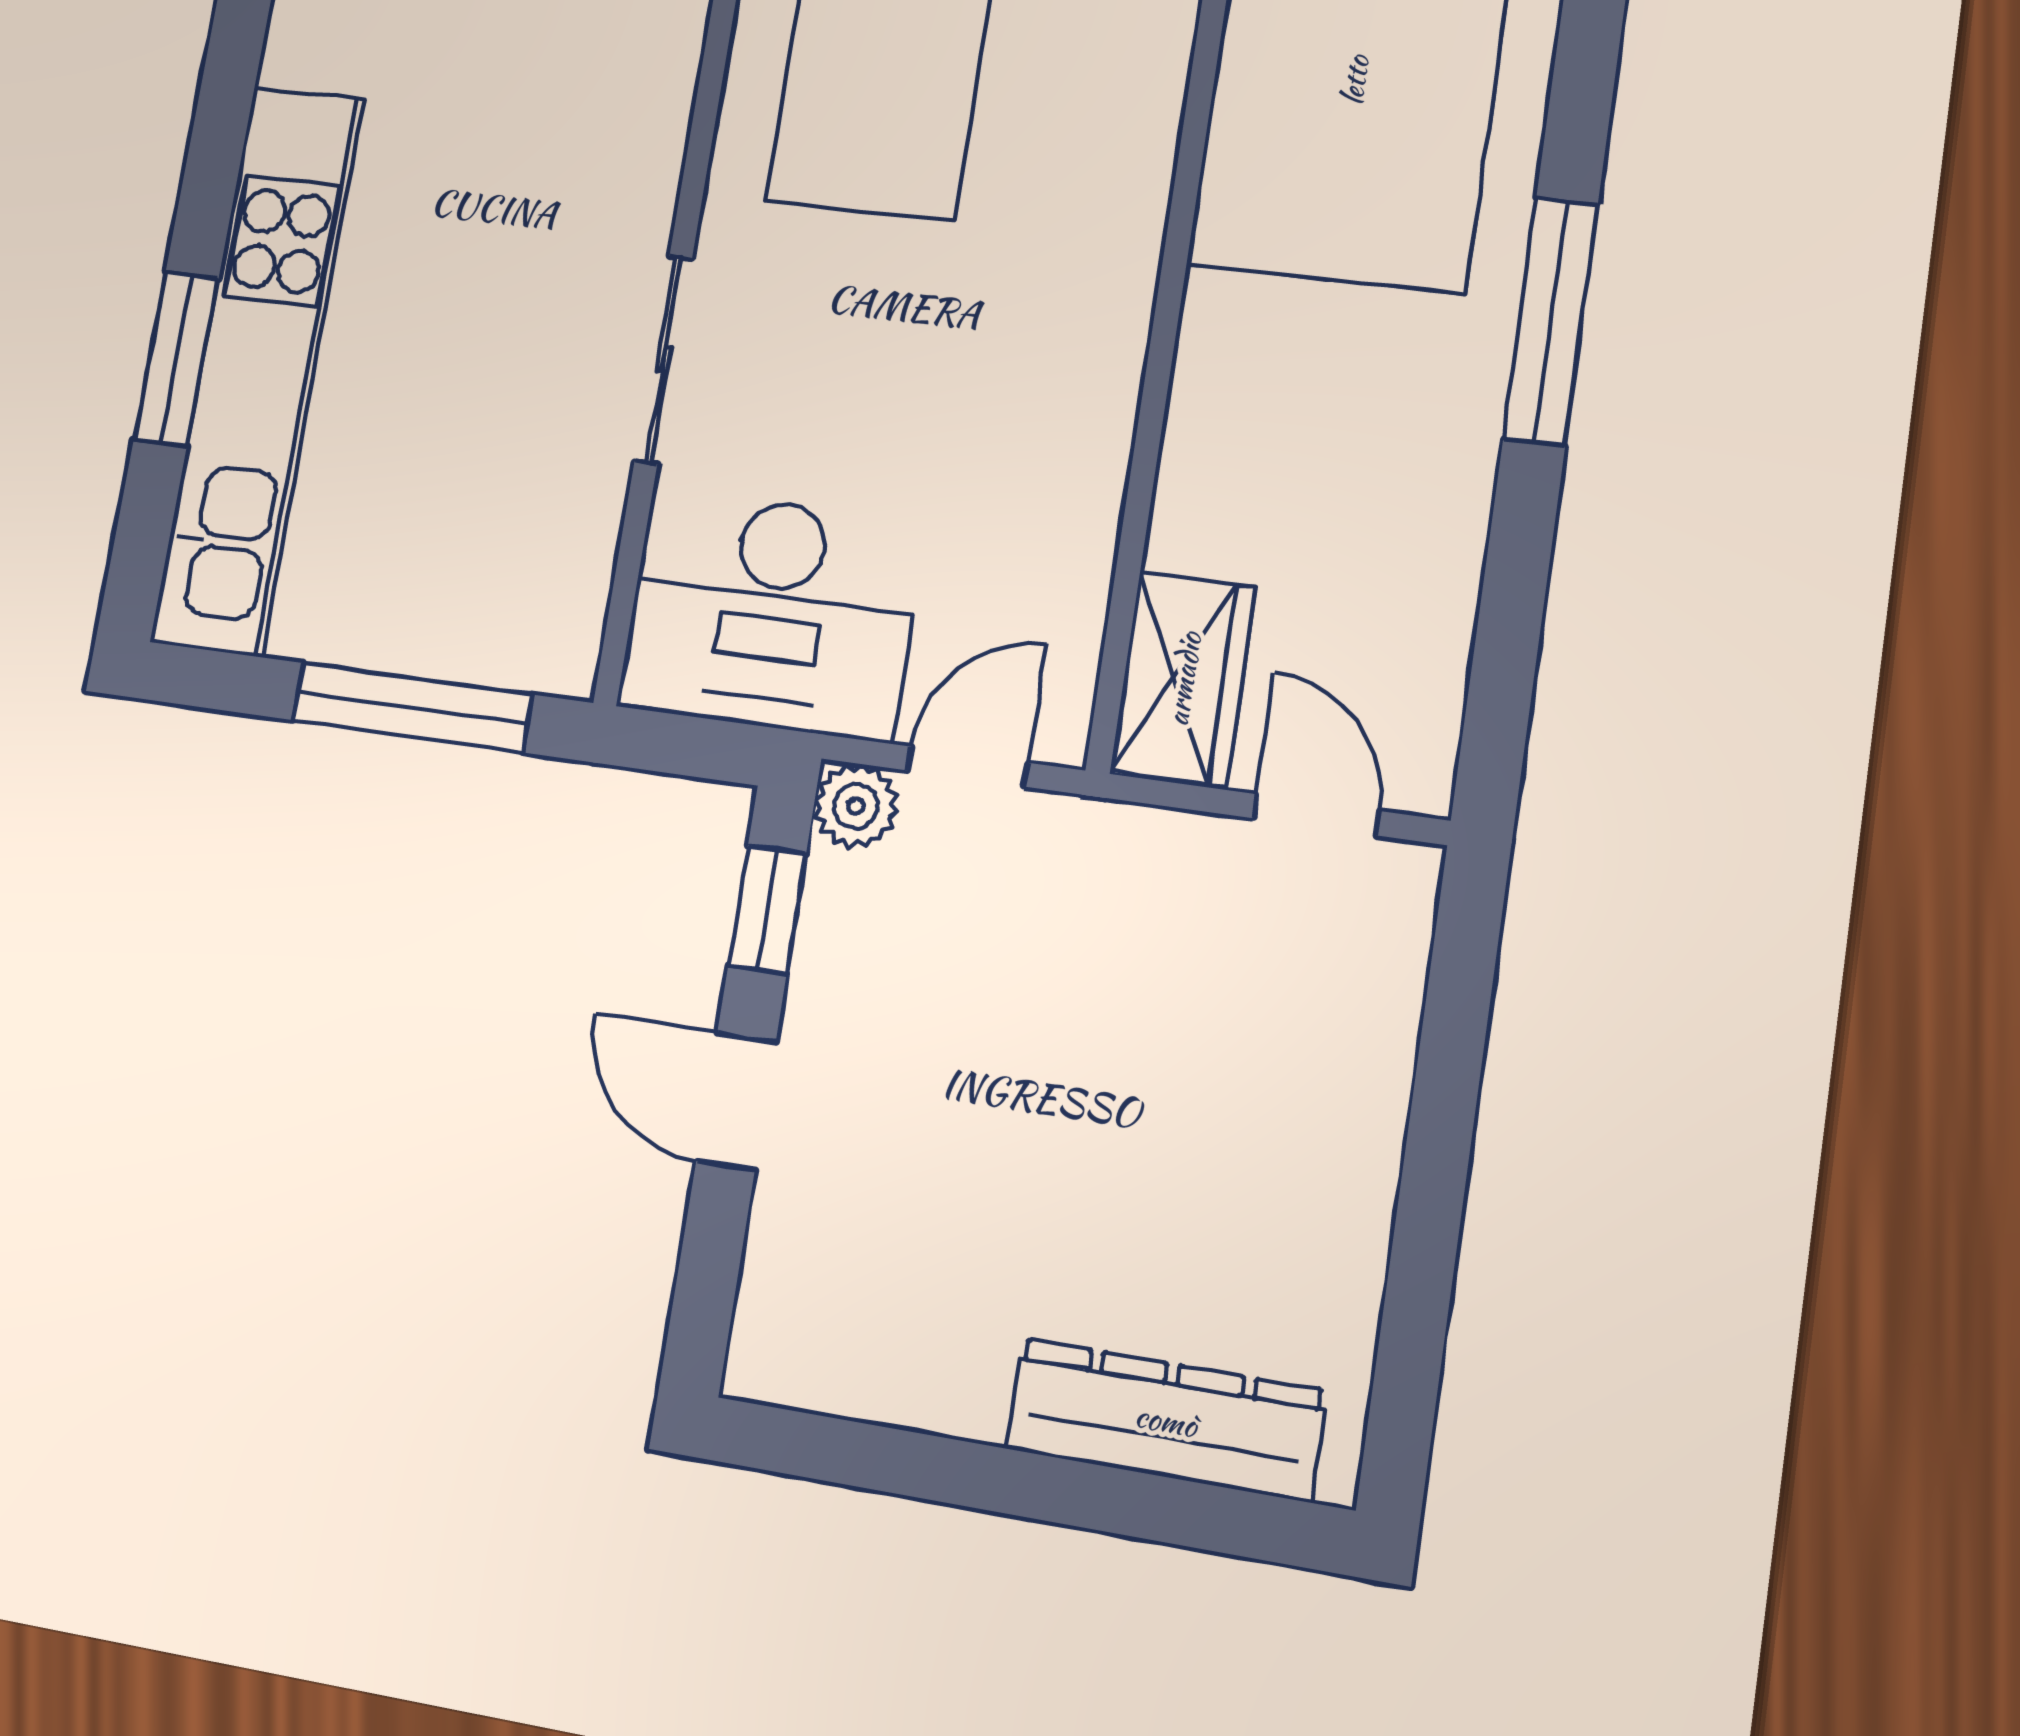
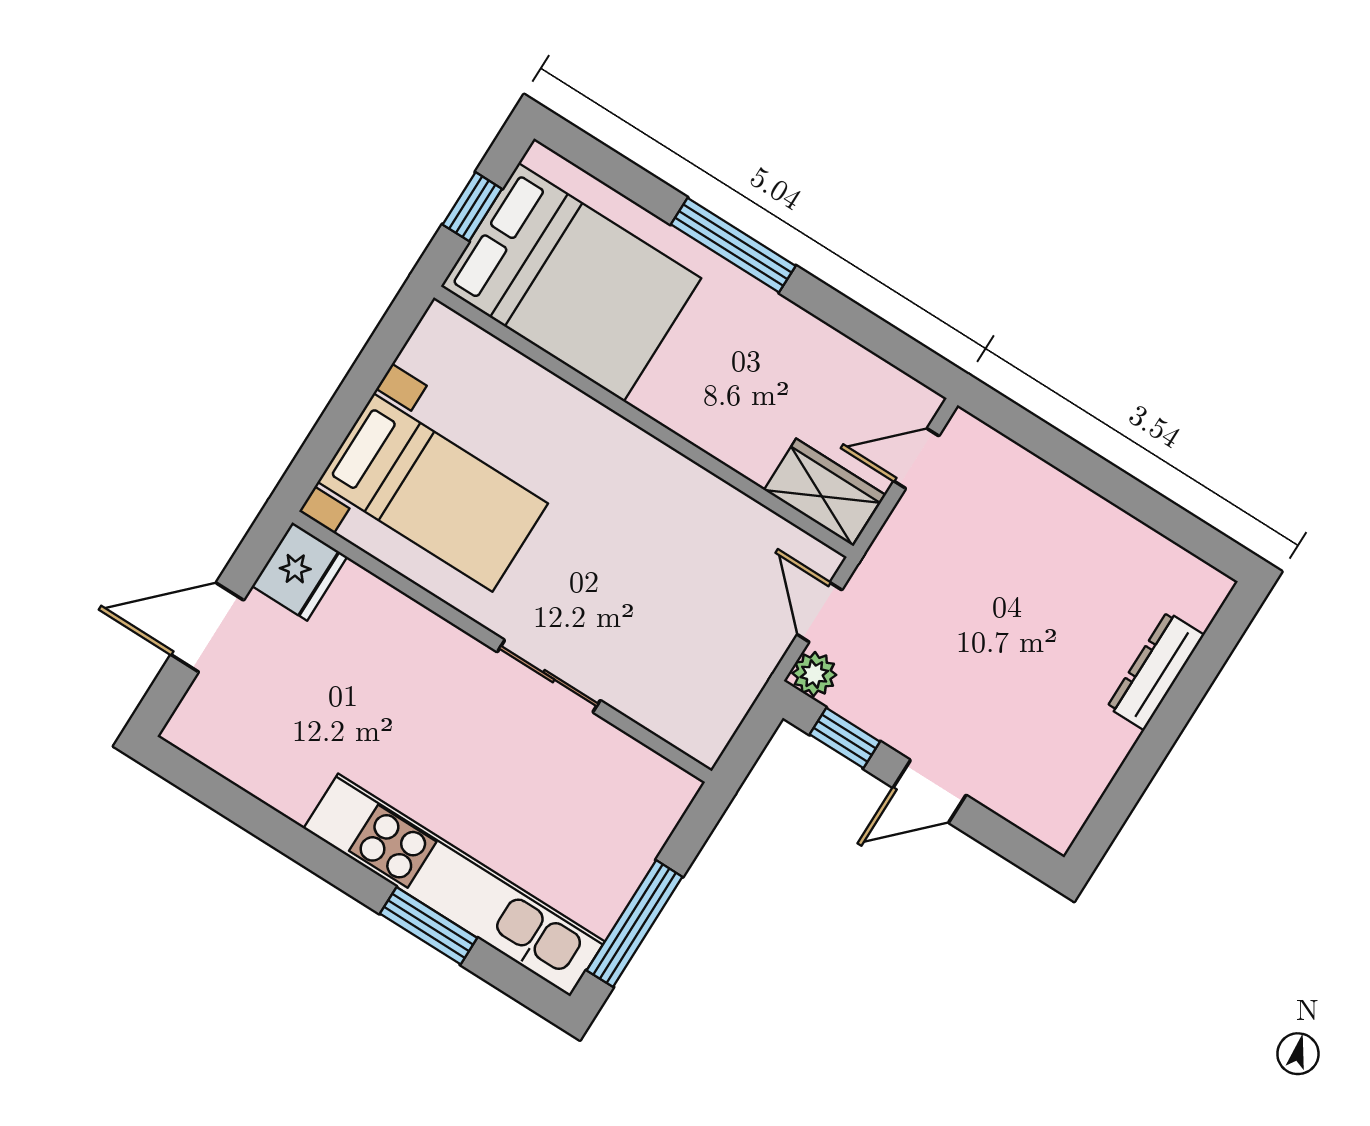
desk: (771, 614) -> (702, 676), removed
window: (412, 707) -> (635, 924), moved
dresser: (1166, 1420) -> (1156, 671), width x0.73, depth x0.80

